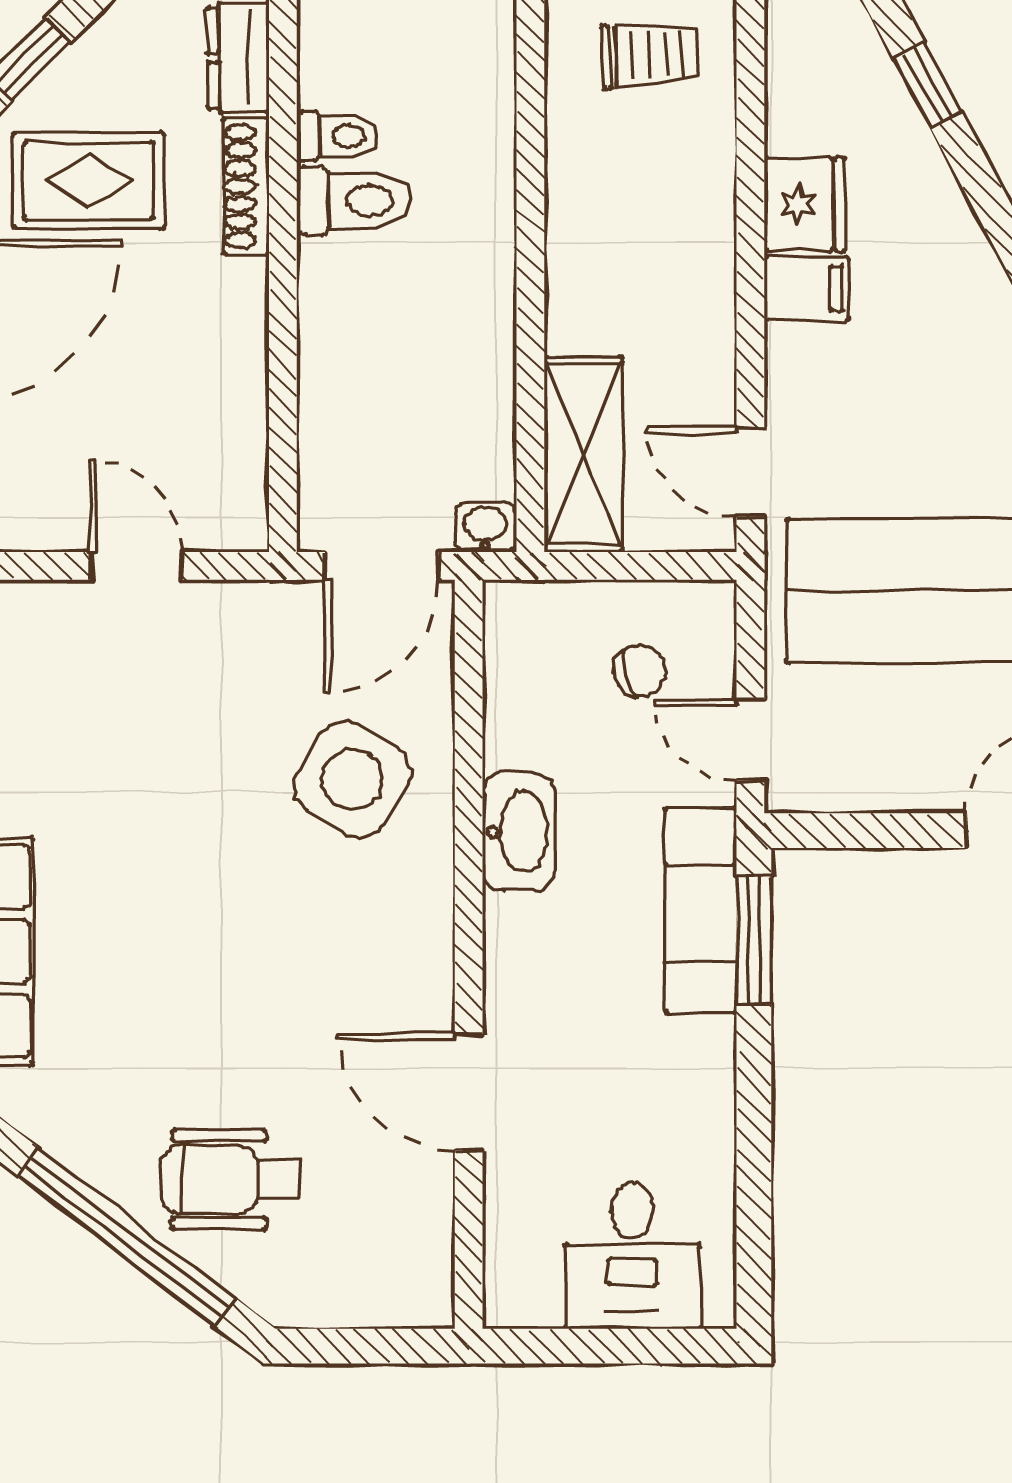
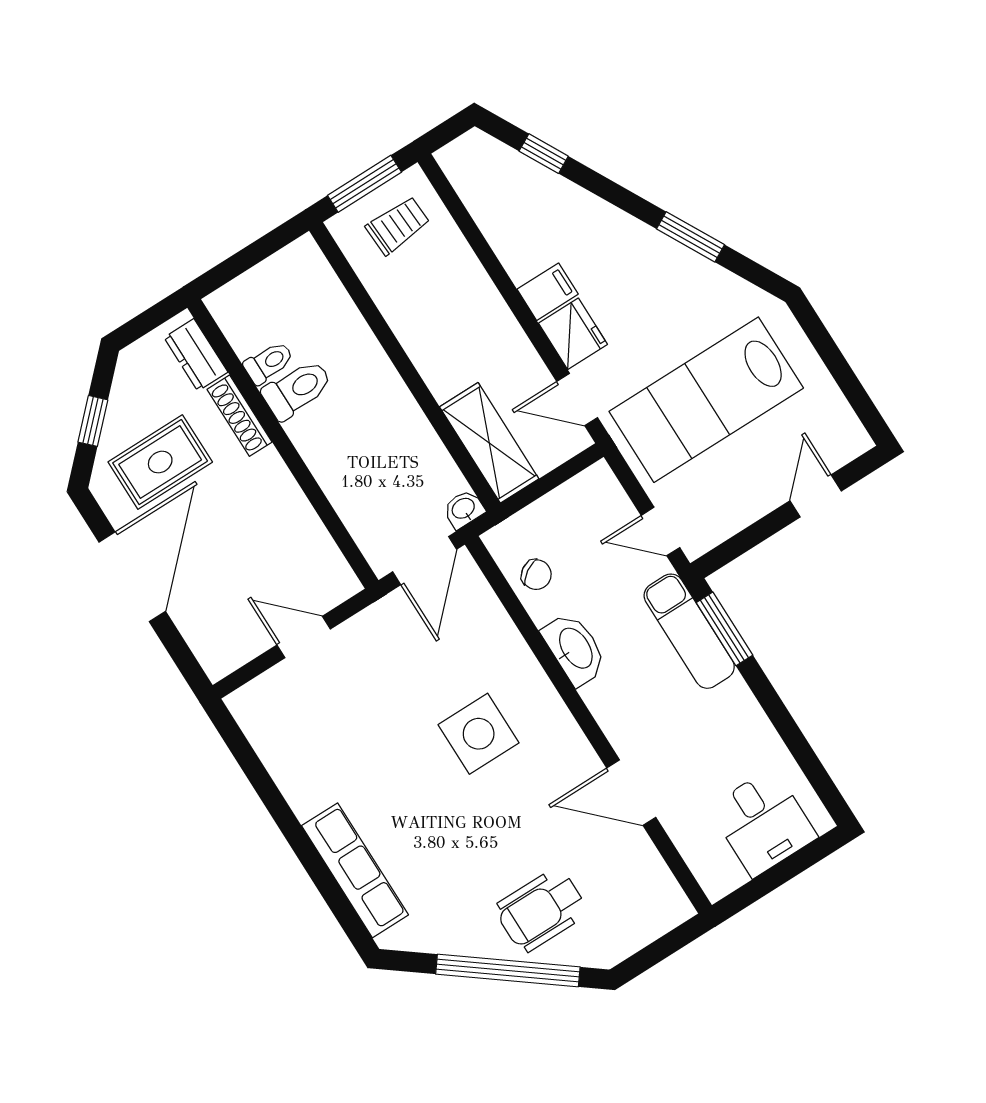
fridge: (805, 204) -> (573, 334), moved
chair: (640, 671) -> (536, 575), moved, turned 74
side table: (352, 779) -> (479, 734), moved, turned -32

